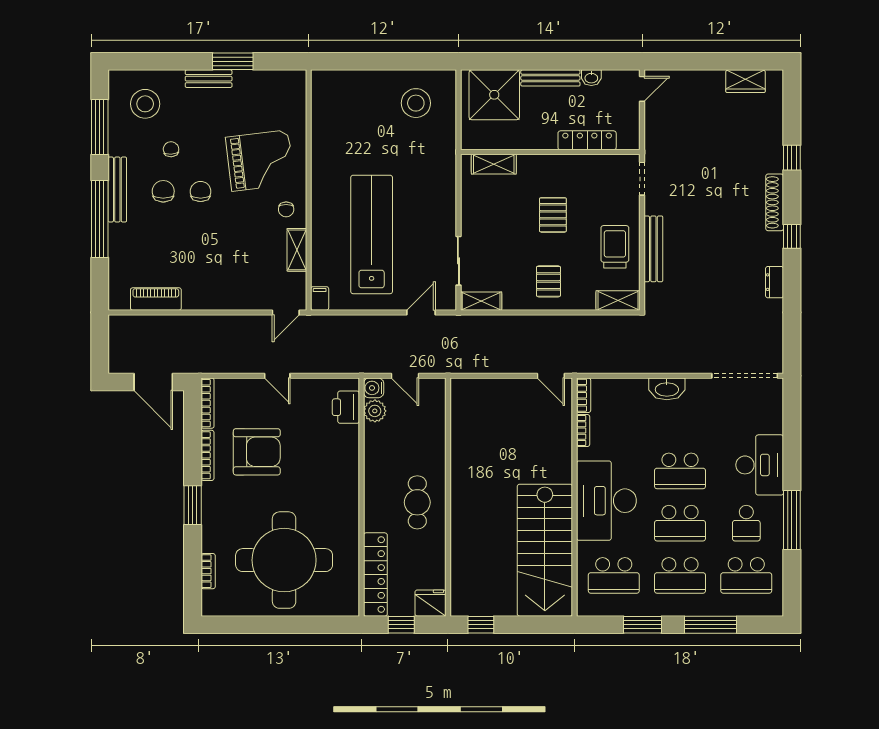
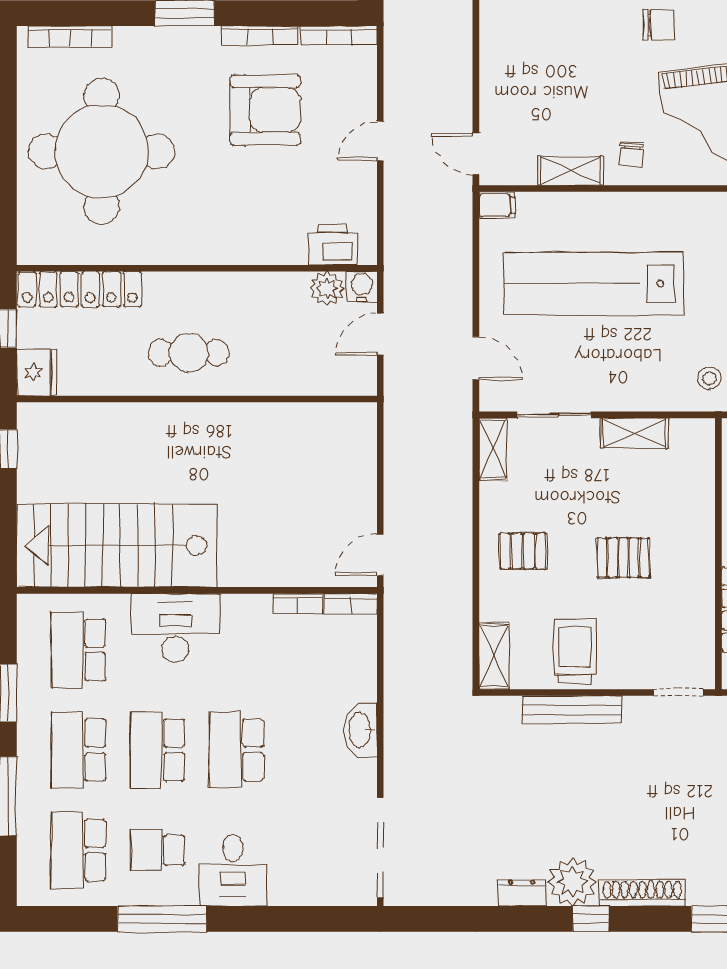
stool: (434, 158) -> (709, 378), added
shelving: (494, 164) -> (634, 433), moved, turned 90
chair: (286, 209) -> (632, 154), turned -85
lab bench: (372, 234) -> (594, 284), turned 180
trolley: (615, 247) -> (575, 651), turned -90
plant: (767, 249) -> (572, 882), added
armchair: (257, 452) -> (265, 110), turned -90
desk: (760, 465) -> (233, 870), width x0.73
desk: (606, 501) -> (175, 628), width x0.73, depth x0.77
bookcase: (208, 571) -> (70, 36), width x1.56

